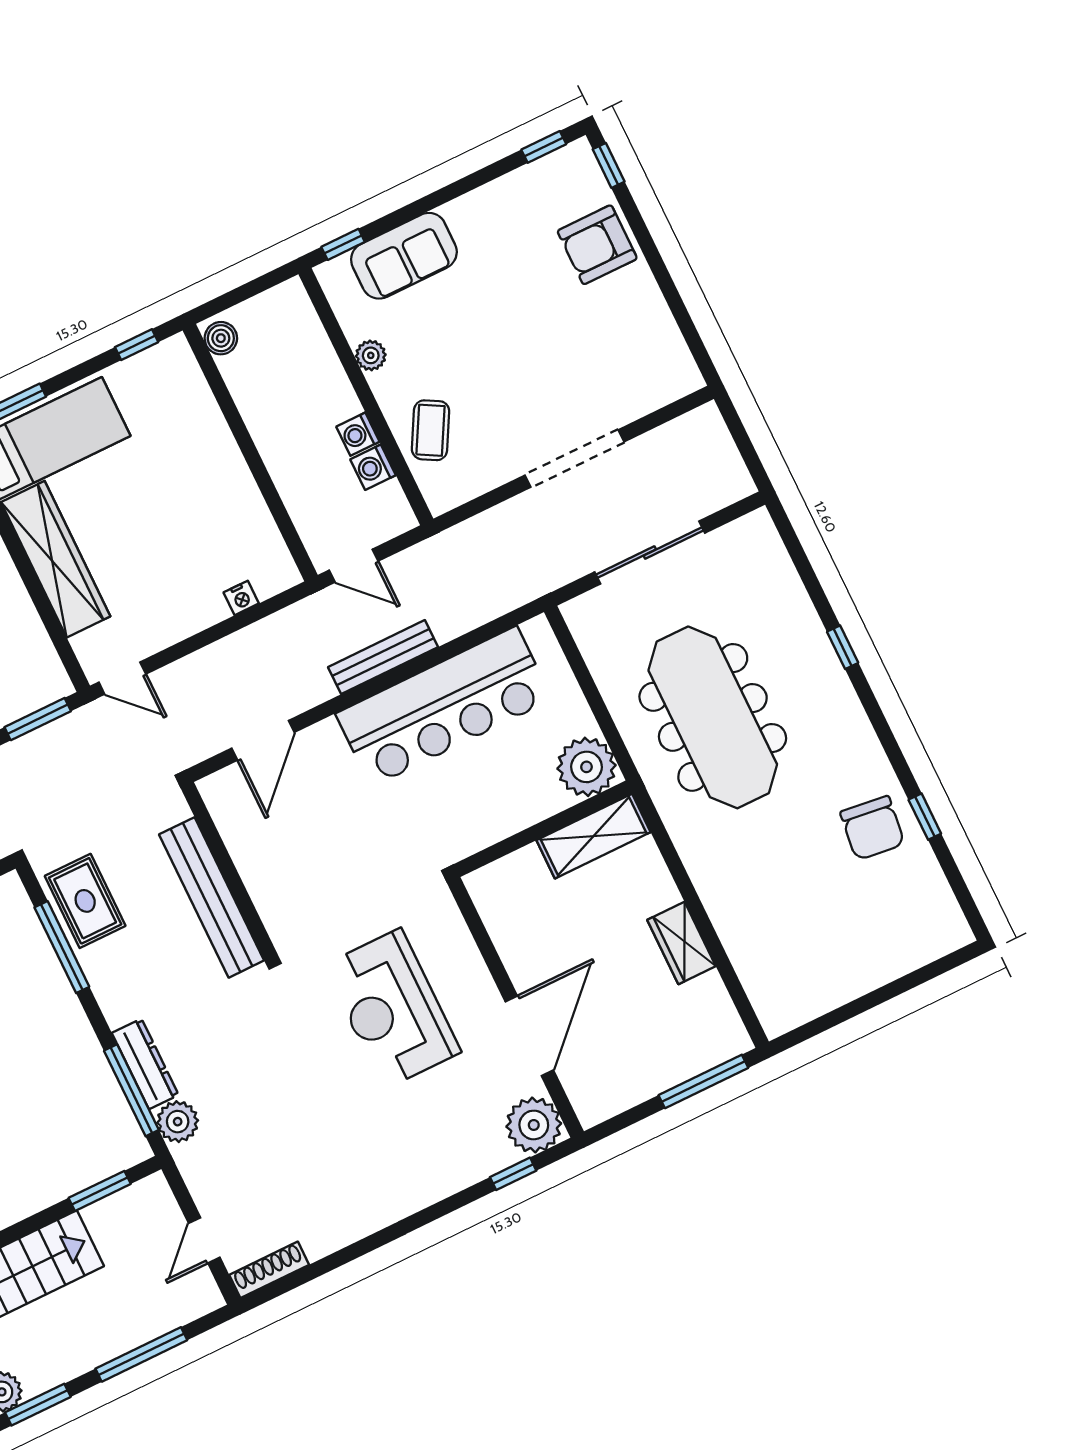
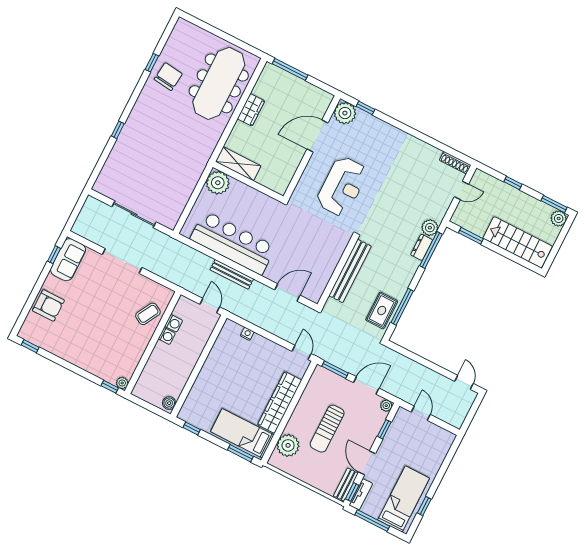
window: (609, 165) -> (54, 255), moved
sofa: (404, 256) -> (68, 260), moved, turned 90
plant: (371, 355) -> (122, 383), moved
meeting table: (713, 717) -> (219, 83), moved
dresser: (145, 1064) -> (422, 247), width x0.70
window: (141, 1354) -> (513, 183), width x0.46

